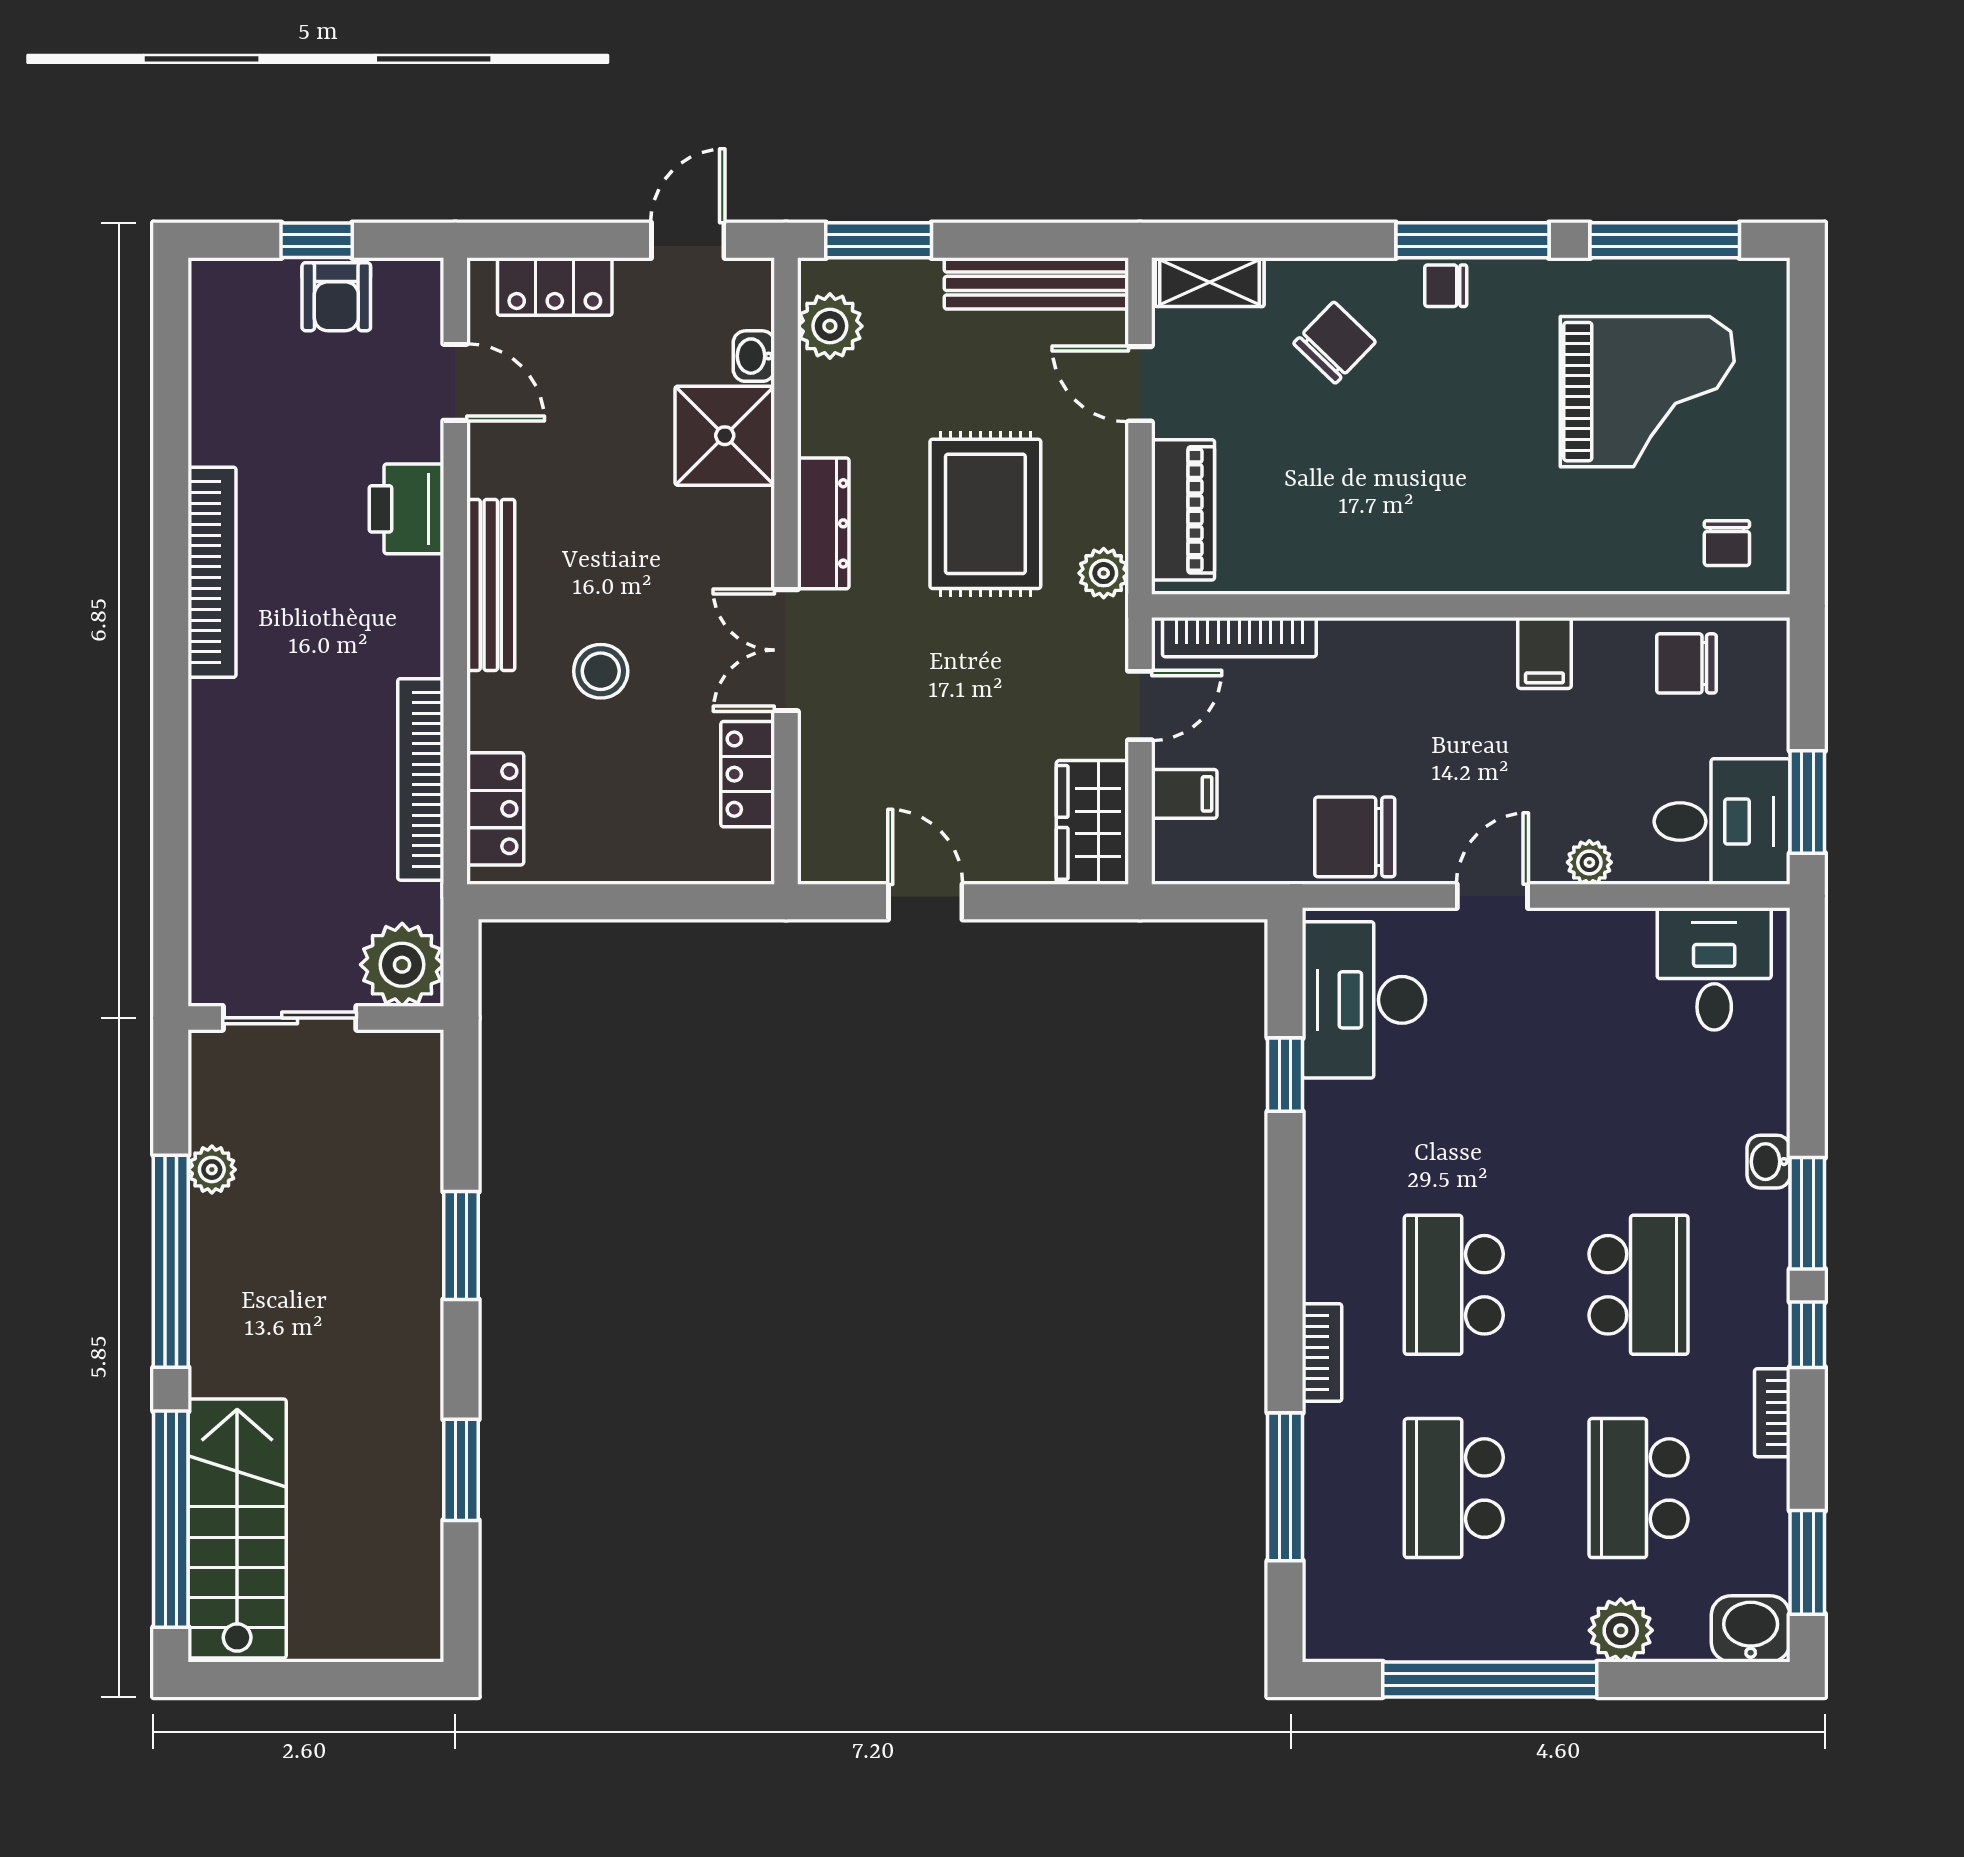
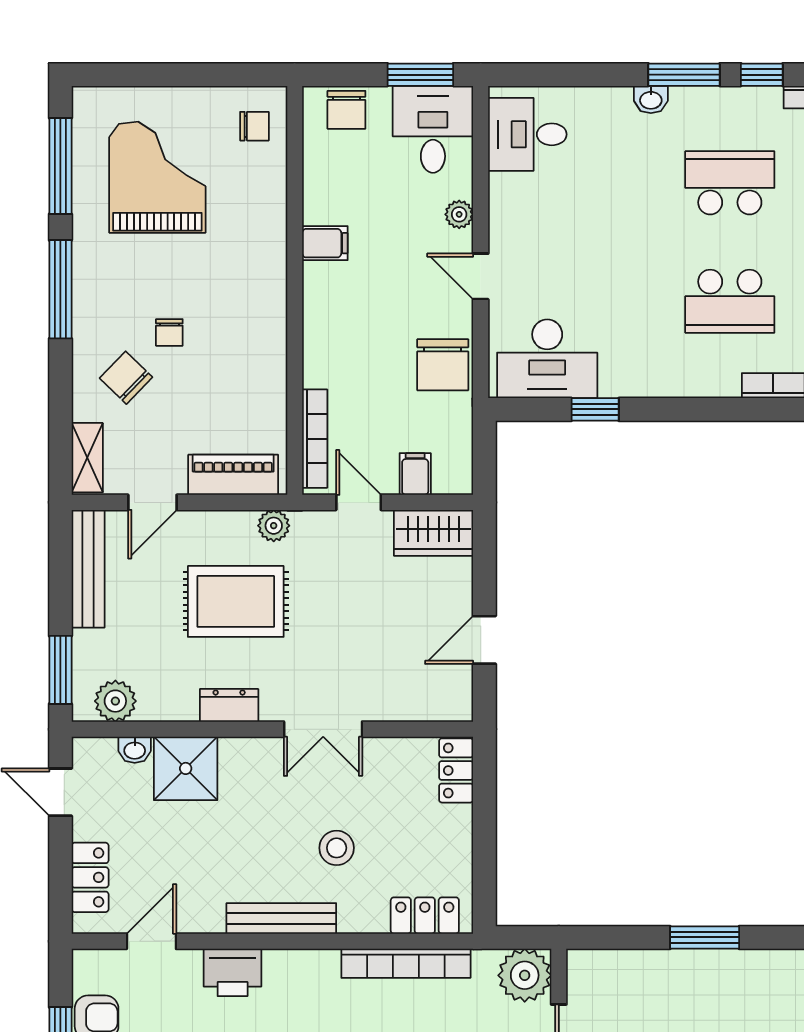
chair: (1446, 286) -> (169, 332), moved
dresser: (823, 523) -> (229, 705), width x0.70
chair: (1686, 663) -> (346, 110), moved
locker: (748, 774) -> (456, 770), moved, turned 90

